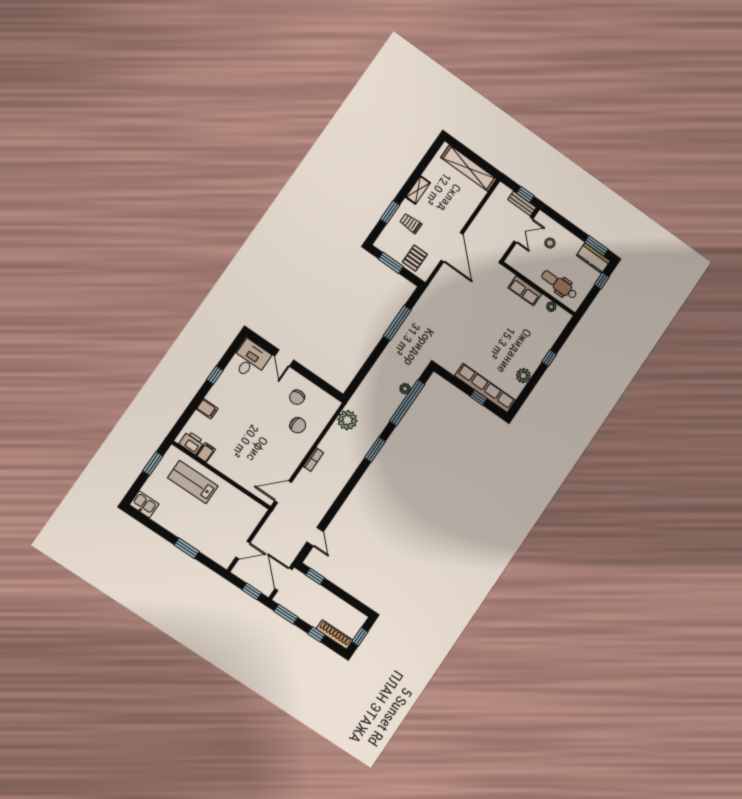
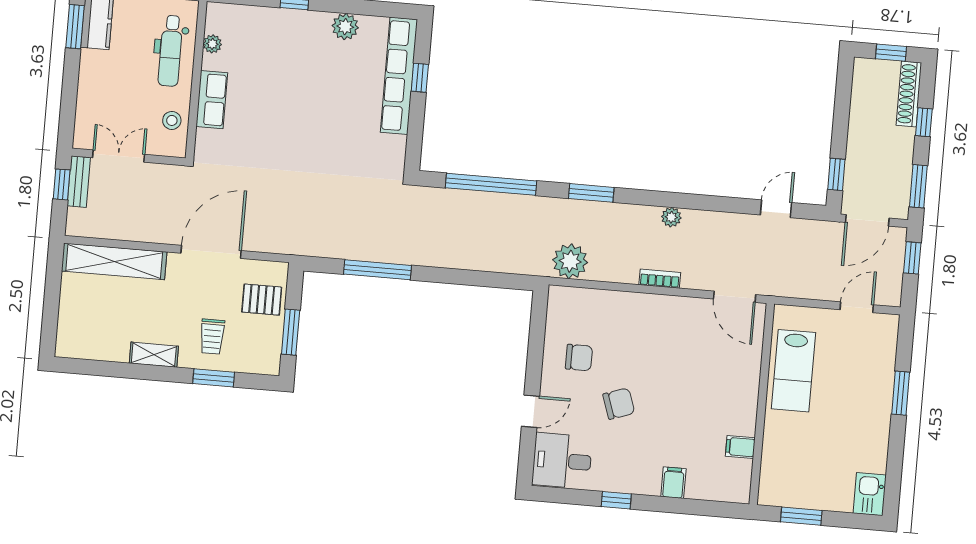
shelving: (469, 168) -> (114, 261), moved, turned 90
stool: (550, 243) -> (172, 120), moved
plant: (405, 389) -> (671, 217), moved
chair: (298, 425) -> (619, 404), moved, turned 67
printer: (192, 443) -> (738, 476), removed
lab bench: (193, 482) -> (794, 371), moved
door: (243, 550) -> (857, 307), hinge flipped

